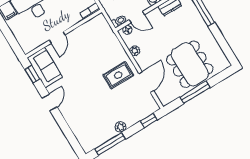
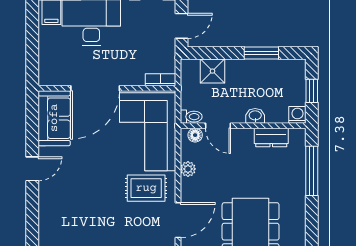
door: (57, 37) -> (95, 88), width x1.87
corner sofa: (100, 44) -> (148, 132), added
window: (32, 74) -> (32, 117), removed

